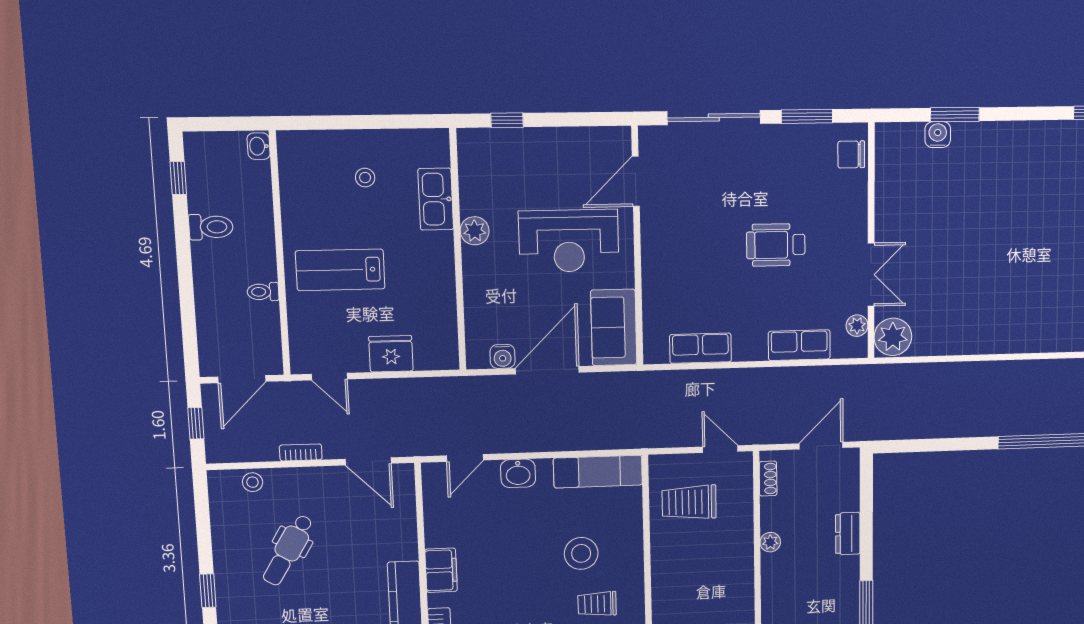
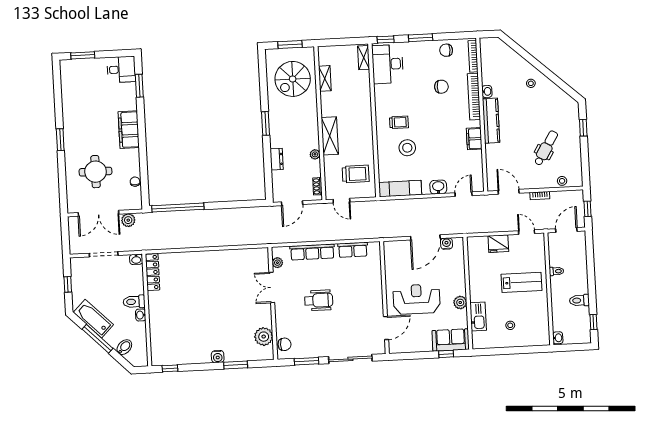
water cooler: (938, 135) -> (218, 357), moved
sofa: (614, 327) -> (451, 340), moved, turned -90
plant: (893, 337) -> (264, 337), moved
row of seats: (799, 345) -> (312, 252), width x1.48
shelving: (739, 578) -> (330, 136), added

